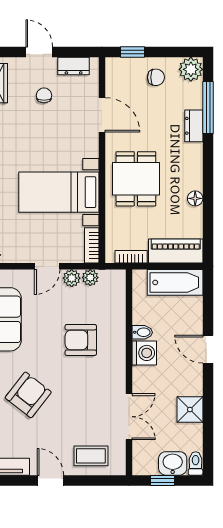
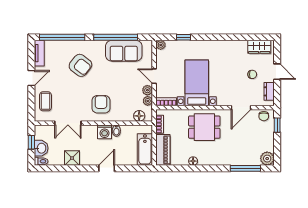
door: (39, 52) -> (277, 72), hinge flipped
chair: (156, 77) -> (264, 116), moved
dresser: (194, 126) -> (235, 160), removed
floor lamp: (116, 292) -> (139, 116), added
armchair: (81, 340) -> (101, 104), moved

